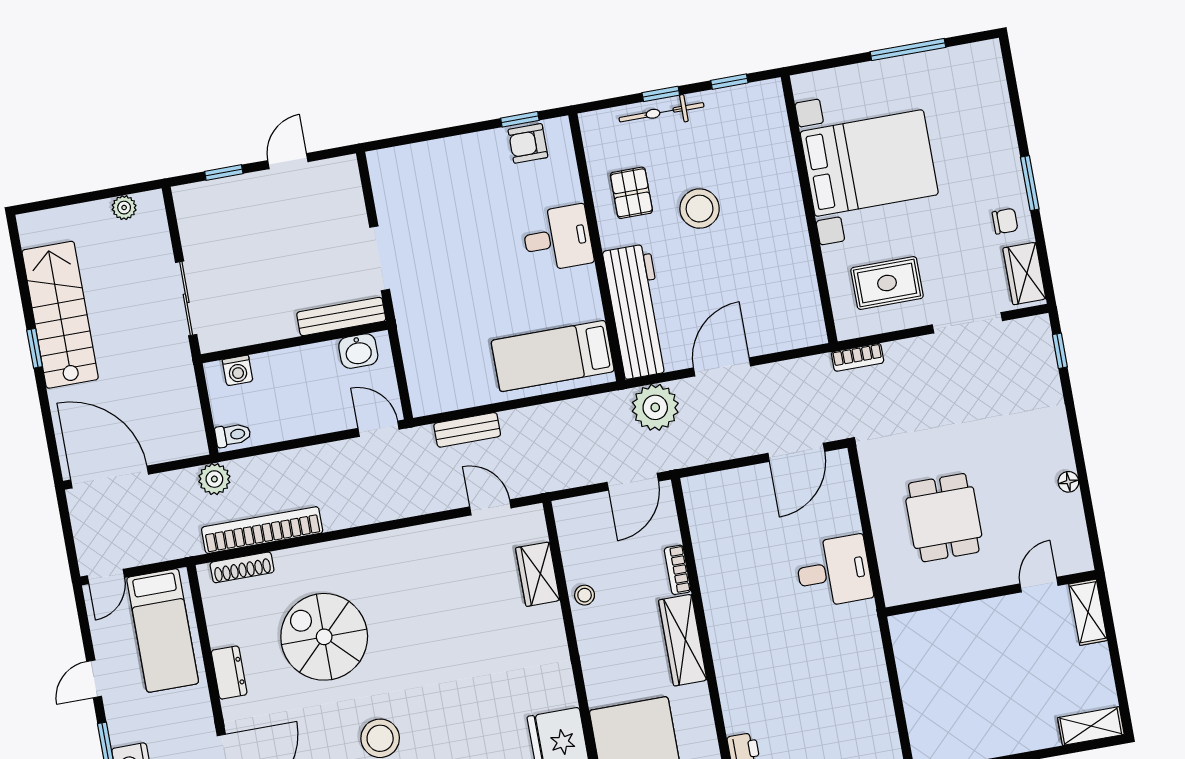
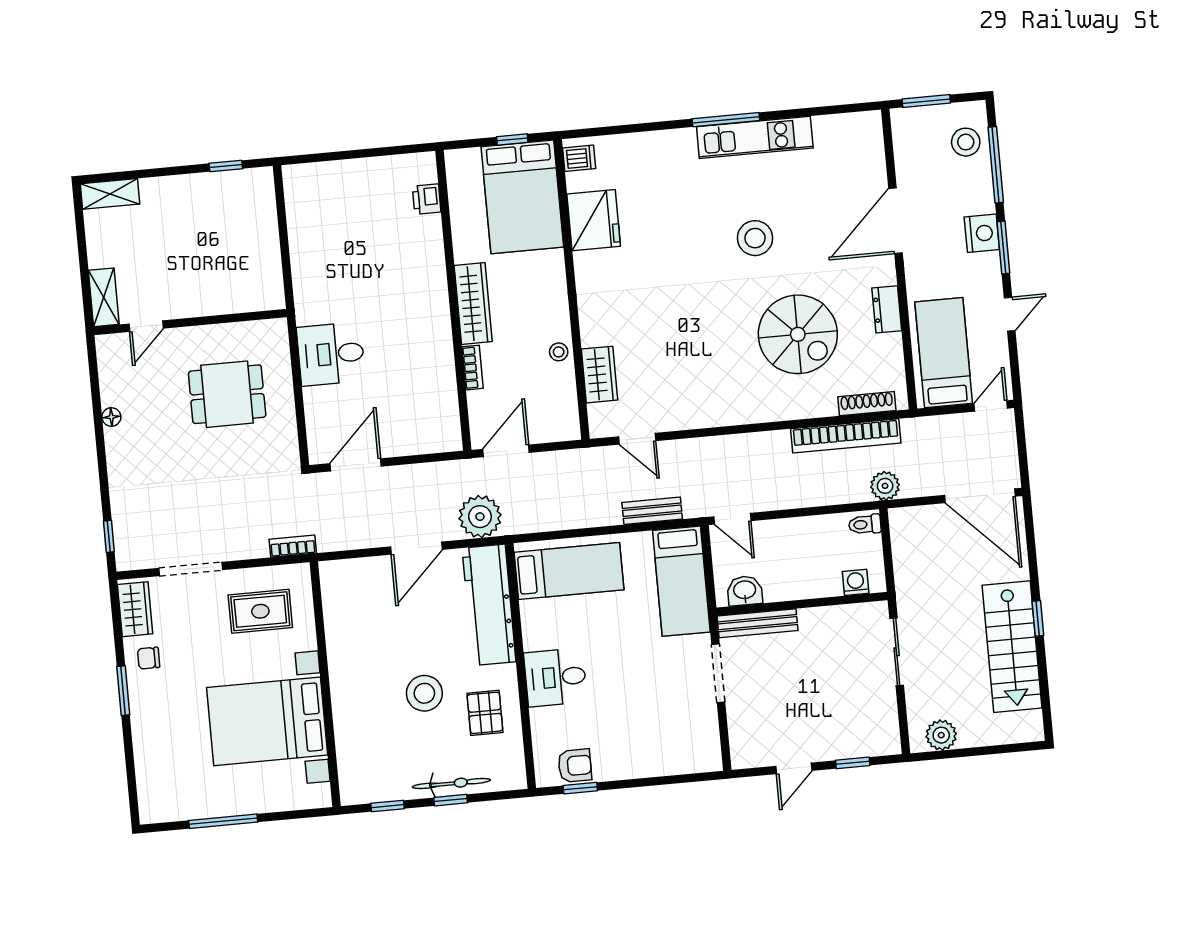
plant: (124, 208) -> (941, 735), width x1.38, depth x1.38
bed: (428, 356) -> (681, 581), added
dining table: (944, 518) -> (227, 394), turned 90

